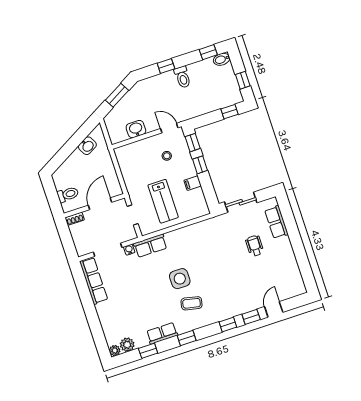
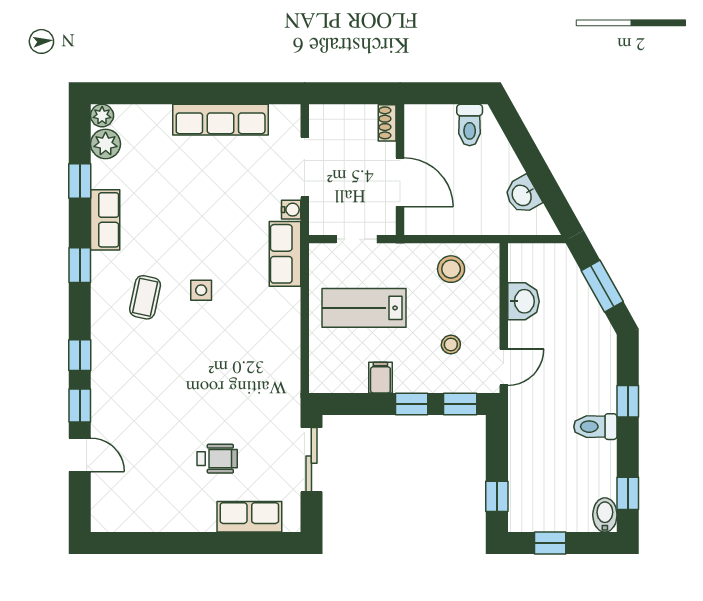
stool: (132, 167) -> (451, 269), added
toilet: (68, 194) -> (470, 125), moved
side table: (180, 279) -> (201, 290), width x0.54, depth x0.54
row of seats: (94, 281) -> (221, 120), moved

